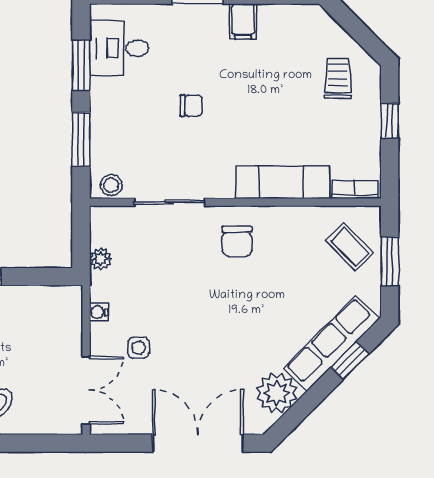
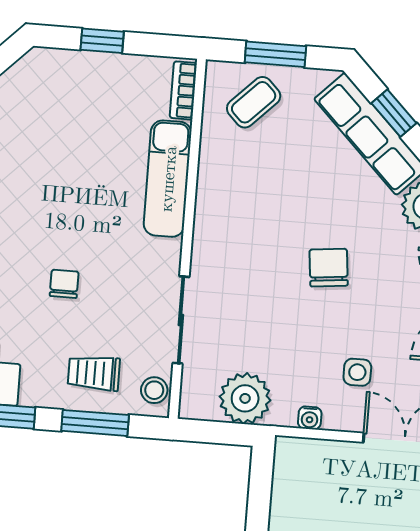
trolley: (338, 78) -> (94, 373), moved
chair: (237, 241) -> (329, 268), moved, turned -96
plant: (101, 259) -> (245, 398), width x1.87, depth x1.87

